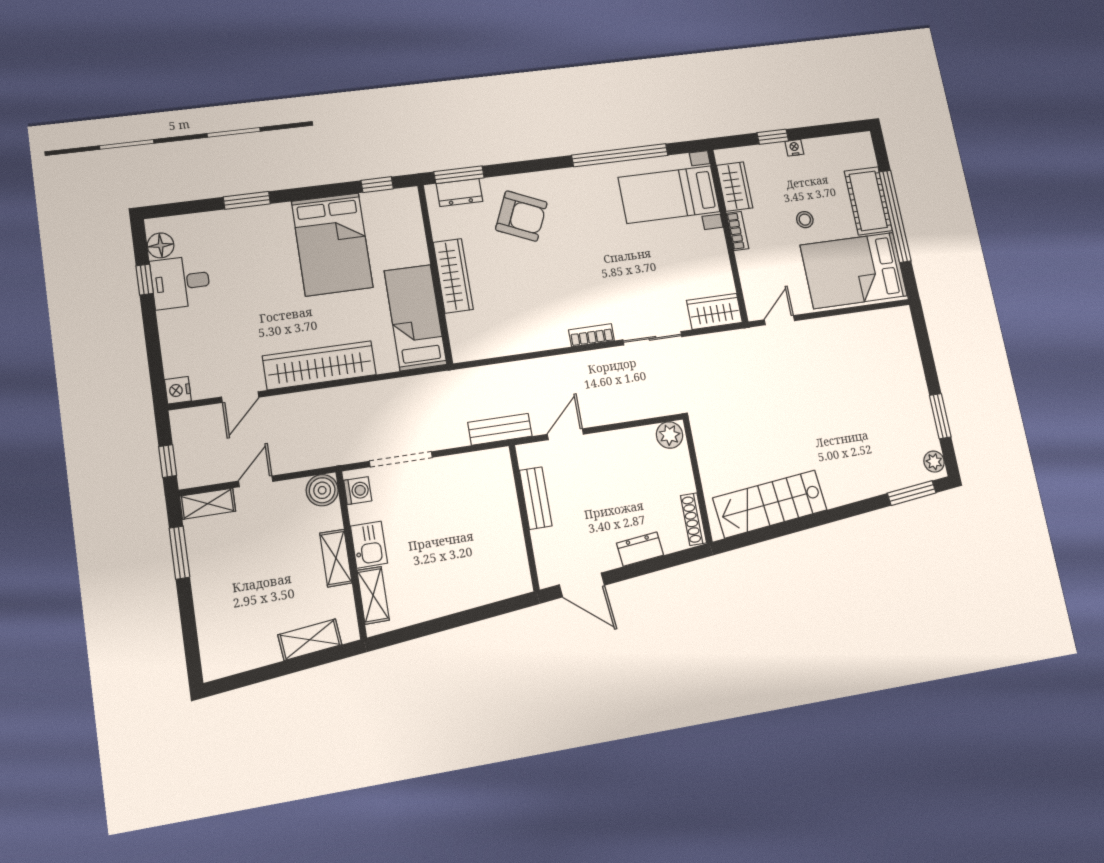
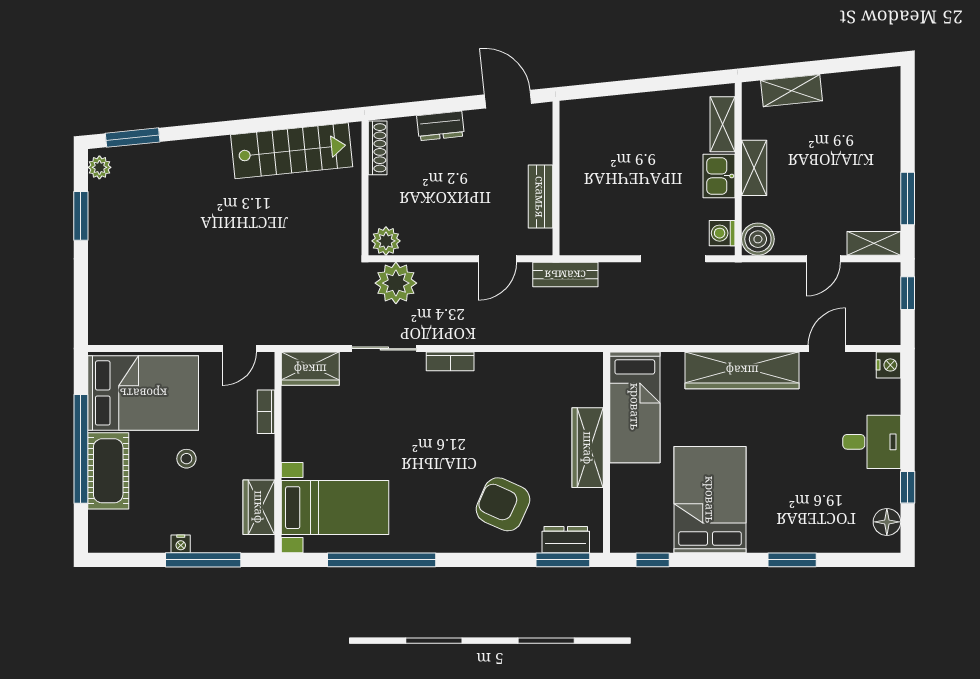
window: (773, 137) -> (203, 560), width x2.17
bookcase: (737, 231) -> (266, 412), moved
desk: (180, 282) -> (872, 442), moved
plant: (653, 398) -> (396, 283), added

